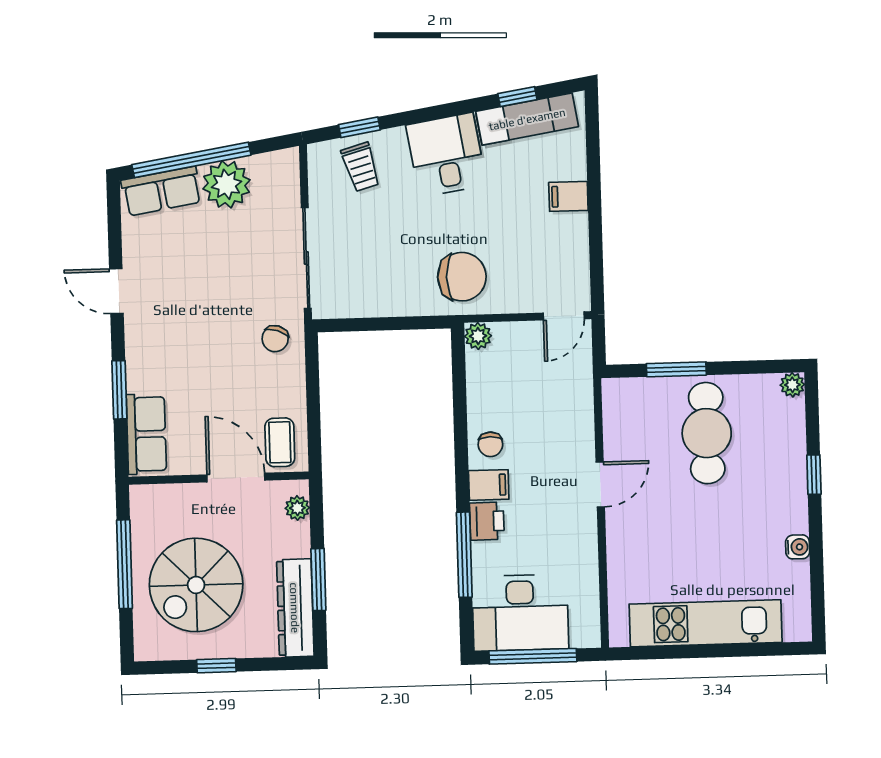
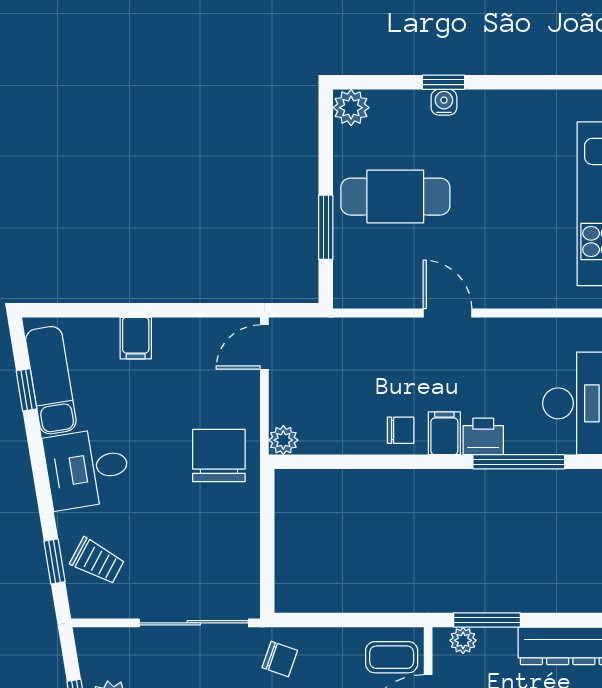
trolley: (361, 167) -> (97, 561), turned 44
door: (564, 316) -> (264, 347), swing flipped
plant: (792, 385) -> (351, 108), width x1.38, depth x1.38
water cooler: (798, 547) -> (444, 102), moved
window: (318, 580) -> (487, 620), moved

